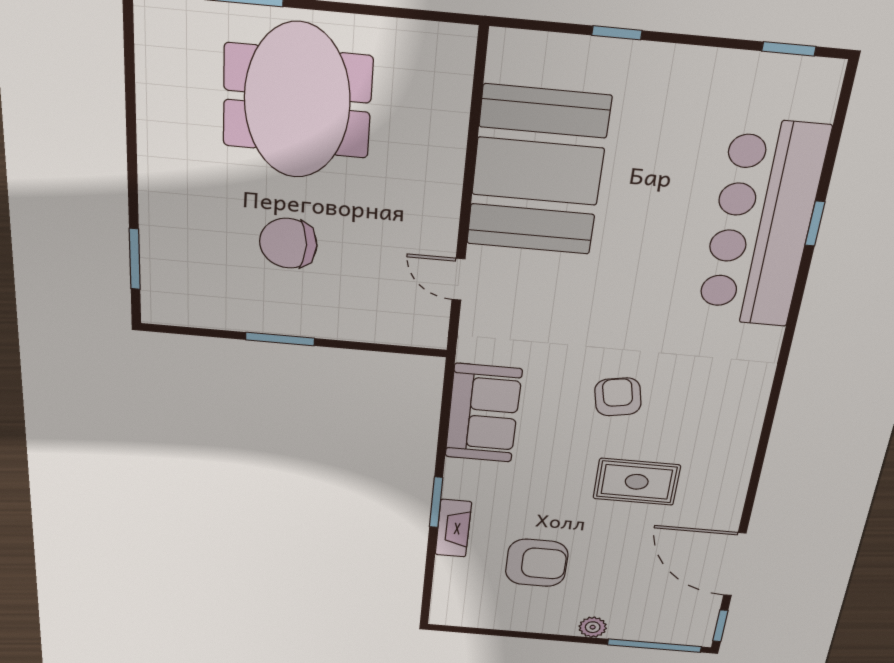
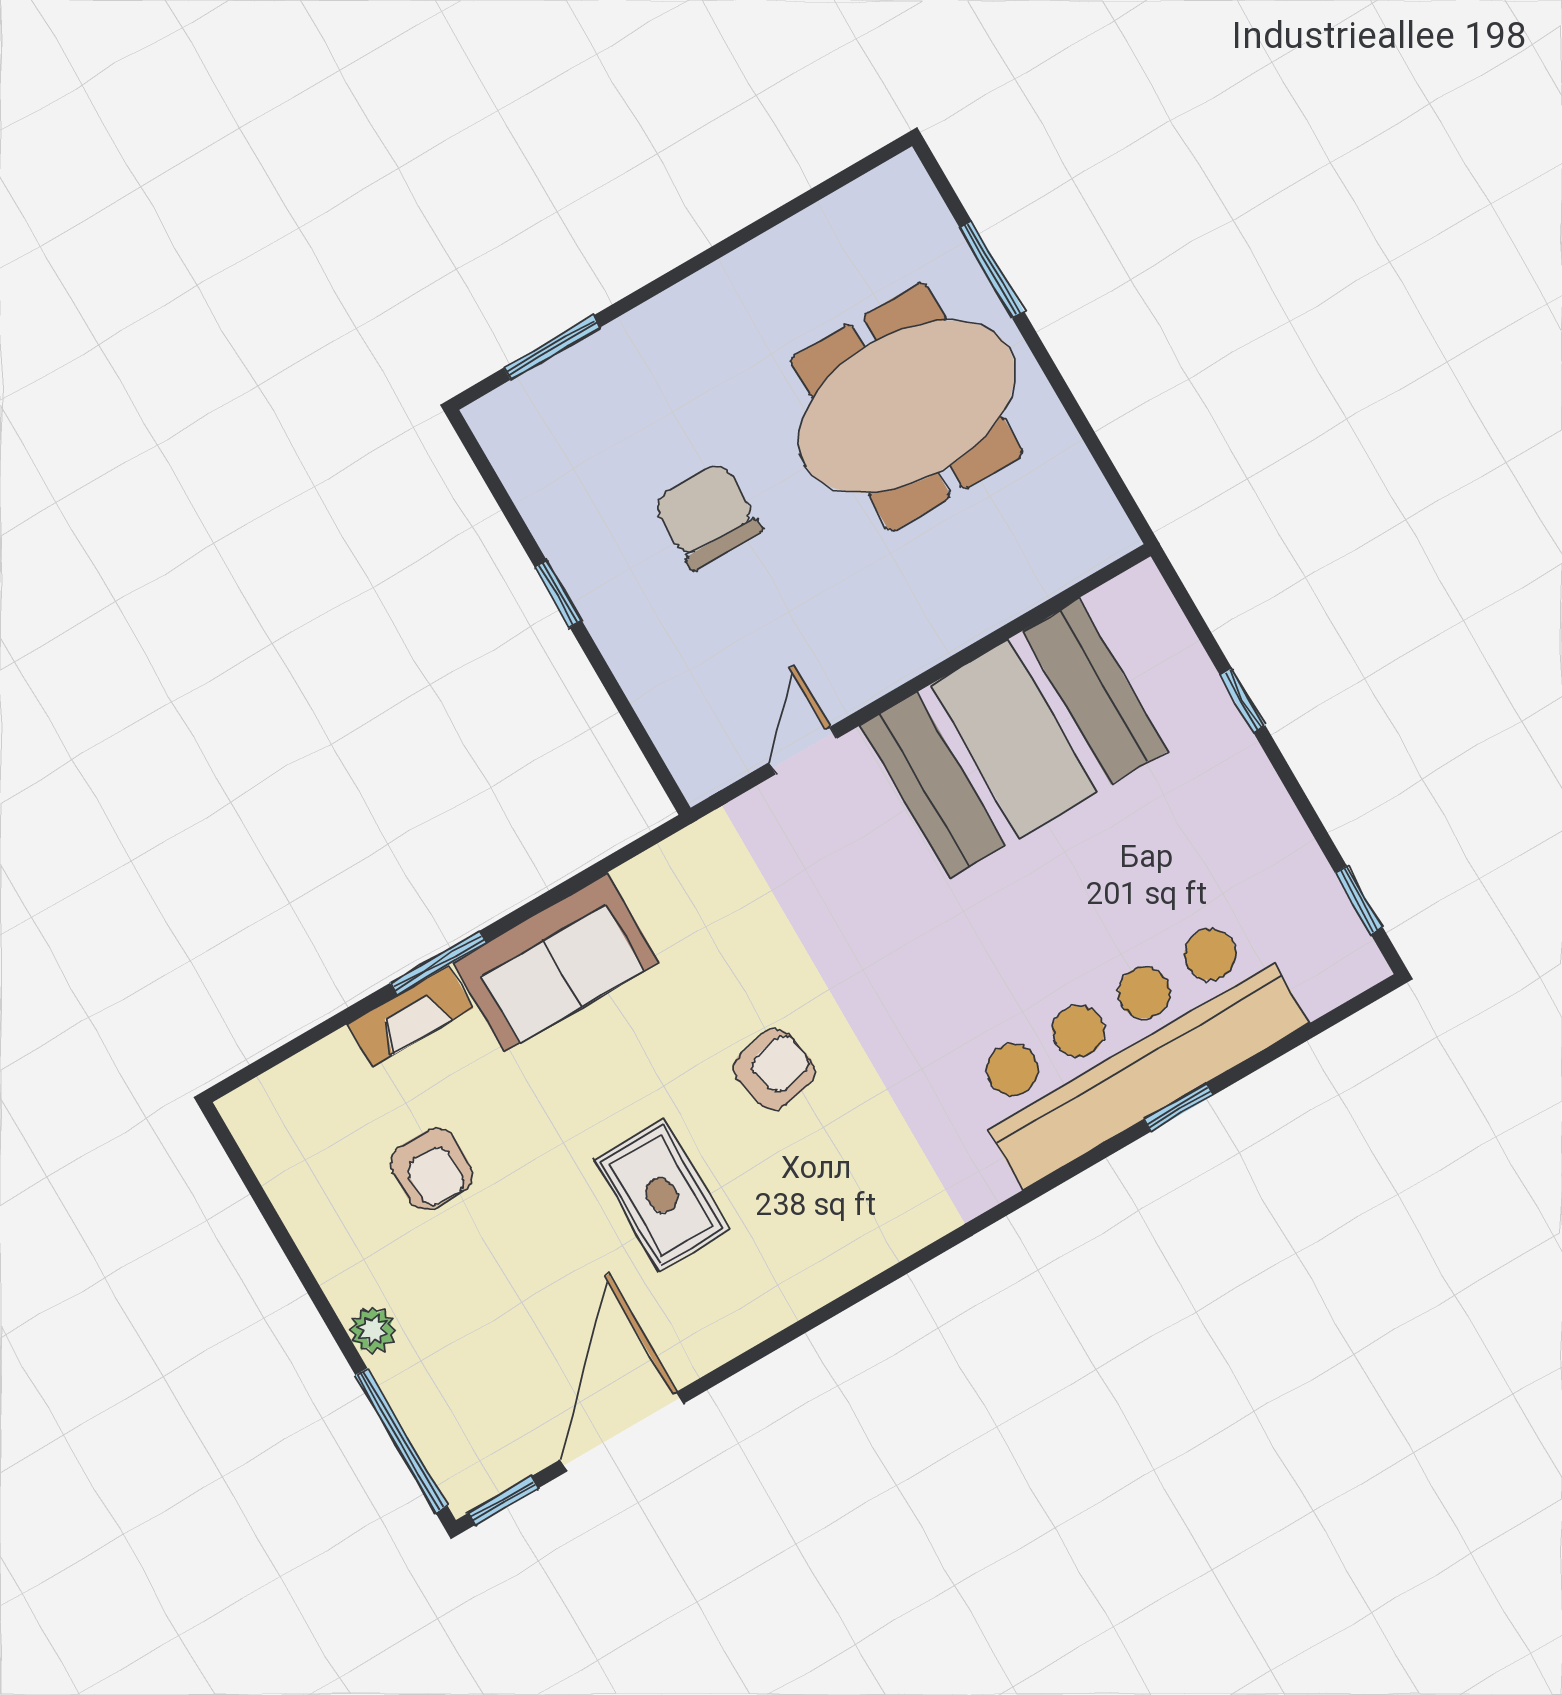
window: (280, 339) -> (558, 594), width x0.67
sofa: (483, 413) -> (556, 962), moved
armchair: (537, 563) -> (431, 1169), width x0.72, depth x0.72

